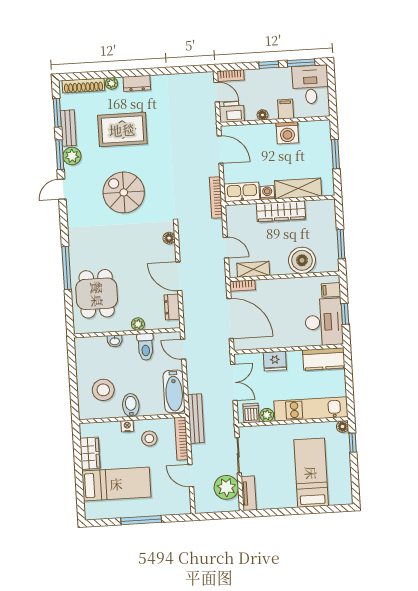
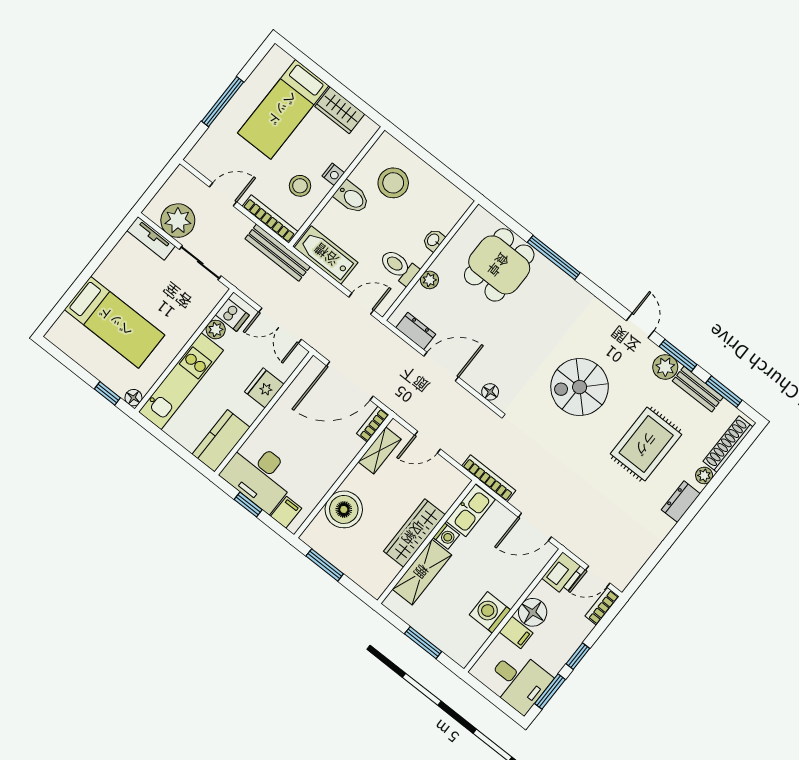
floor lamp: (262, 115) -> (533, 612), width x1.89, depth x1.89
spiral stairs: (124, 192) -> (580, 387), turned 180
dining table: (97, 294) -> (499, 265), turned 90

